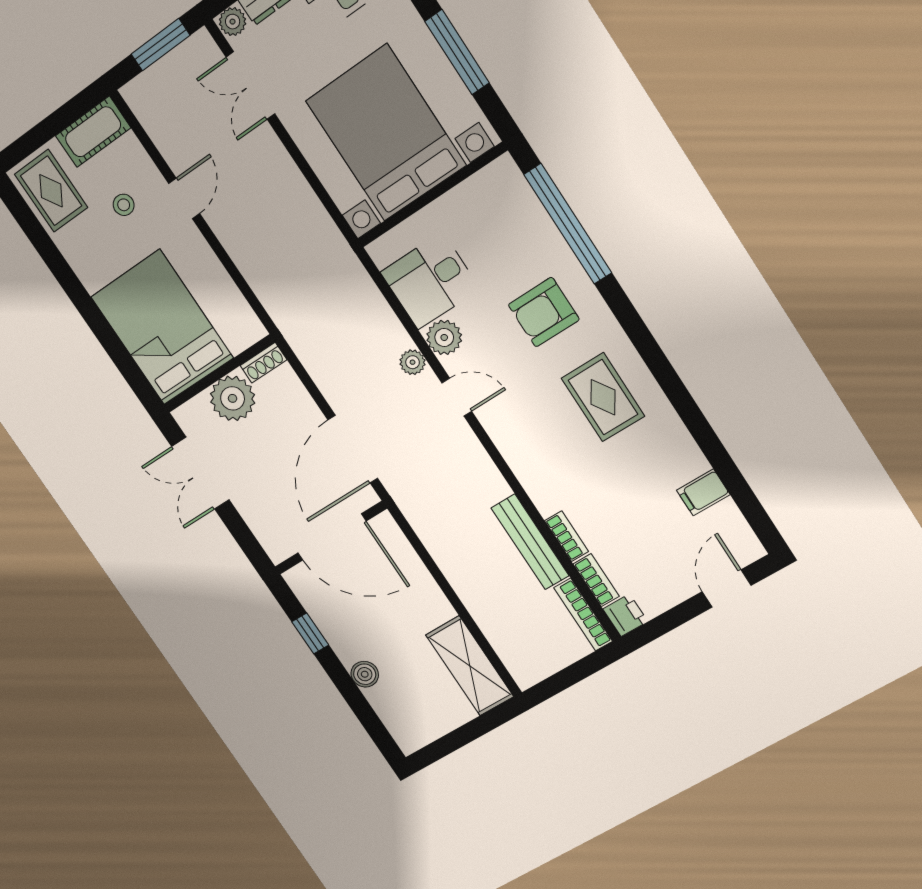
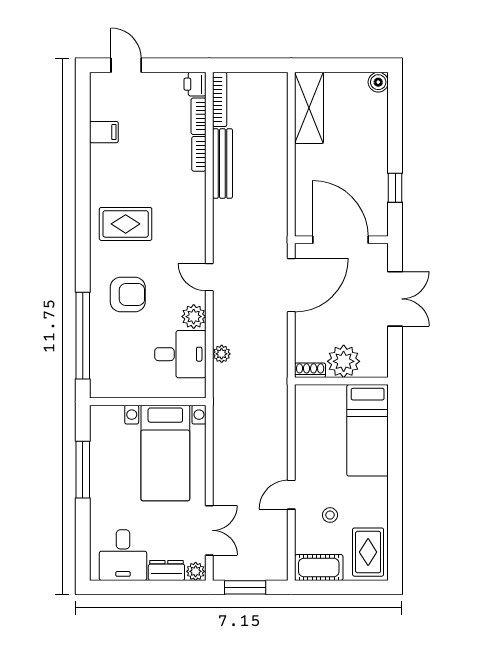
bed with nightstands: (386, 133) -> (165, 453), width x0.73
bed: (162, 327) -> (368, 430), width x0.67
plant: (413, 362) -> (222, 354), moved
rug: (603, 397) -> (126, 224), turned 90
double door: (200, 473) -> (395, 299), moved
door: (727, 589) -> (126, 65), swing flipped
boiler: (365, 674) -> (378, 82), moved

